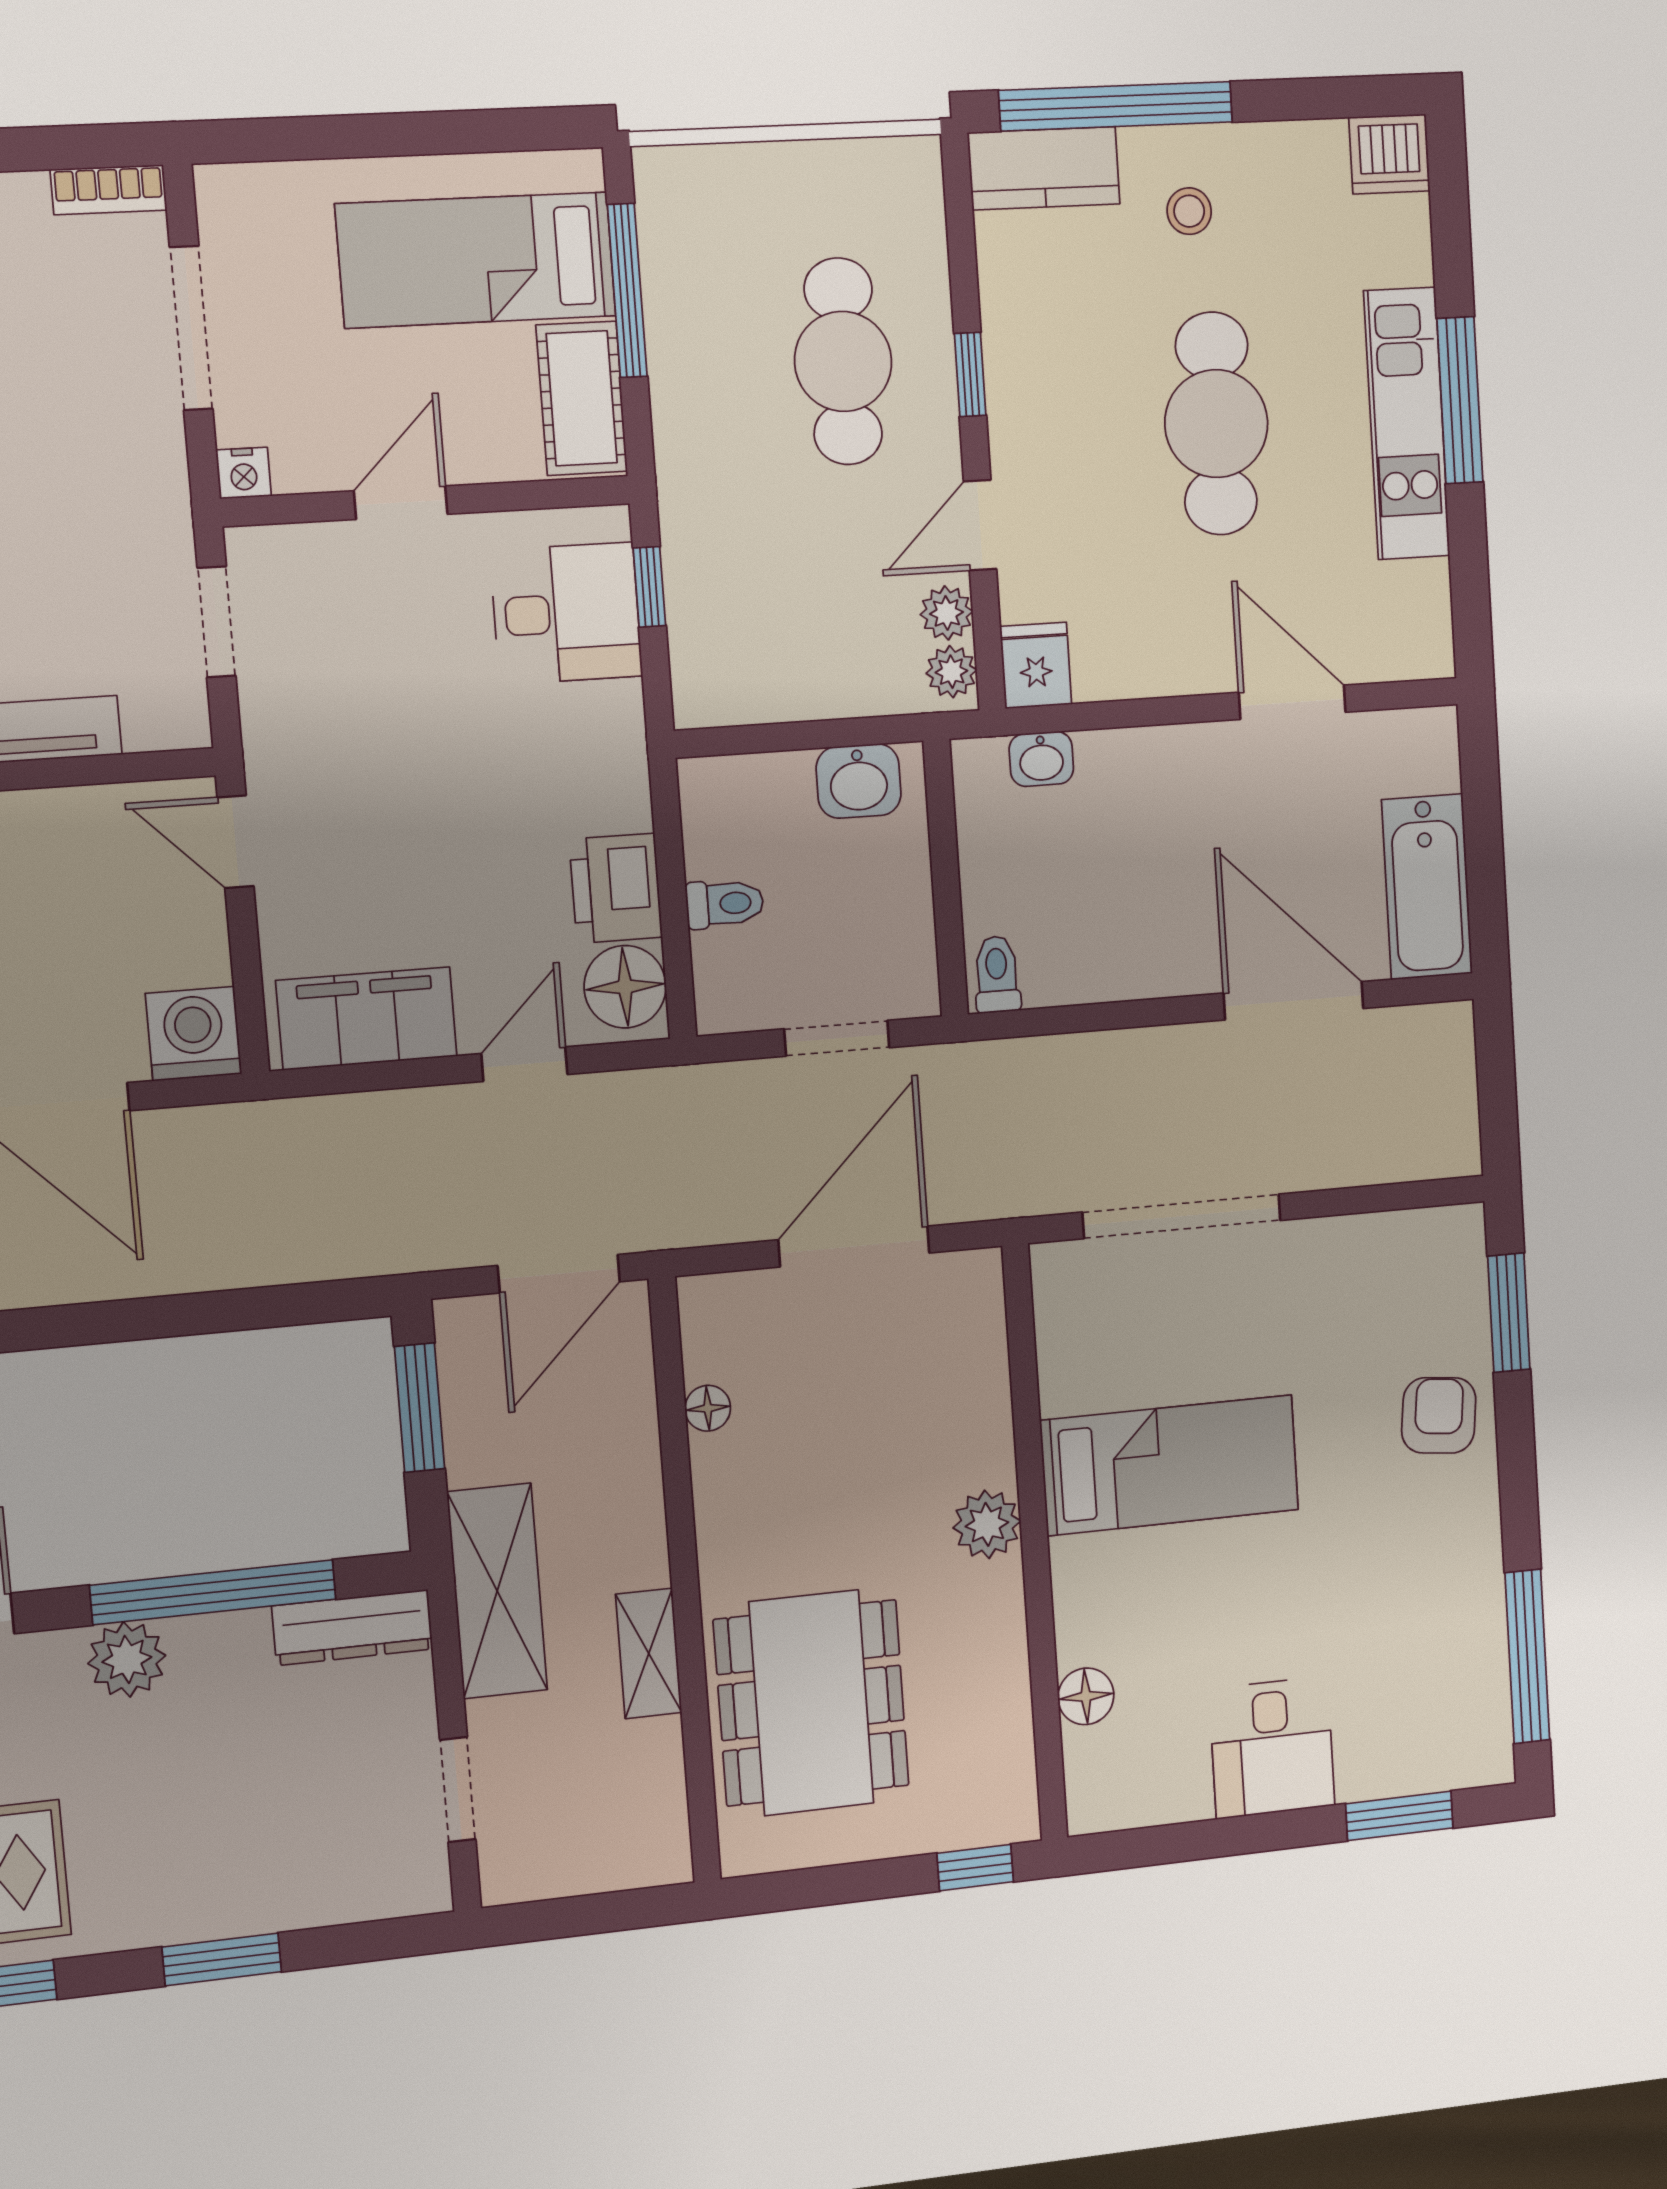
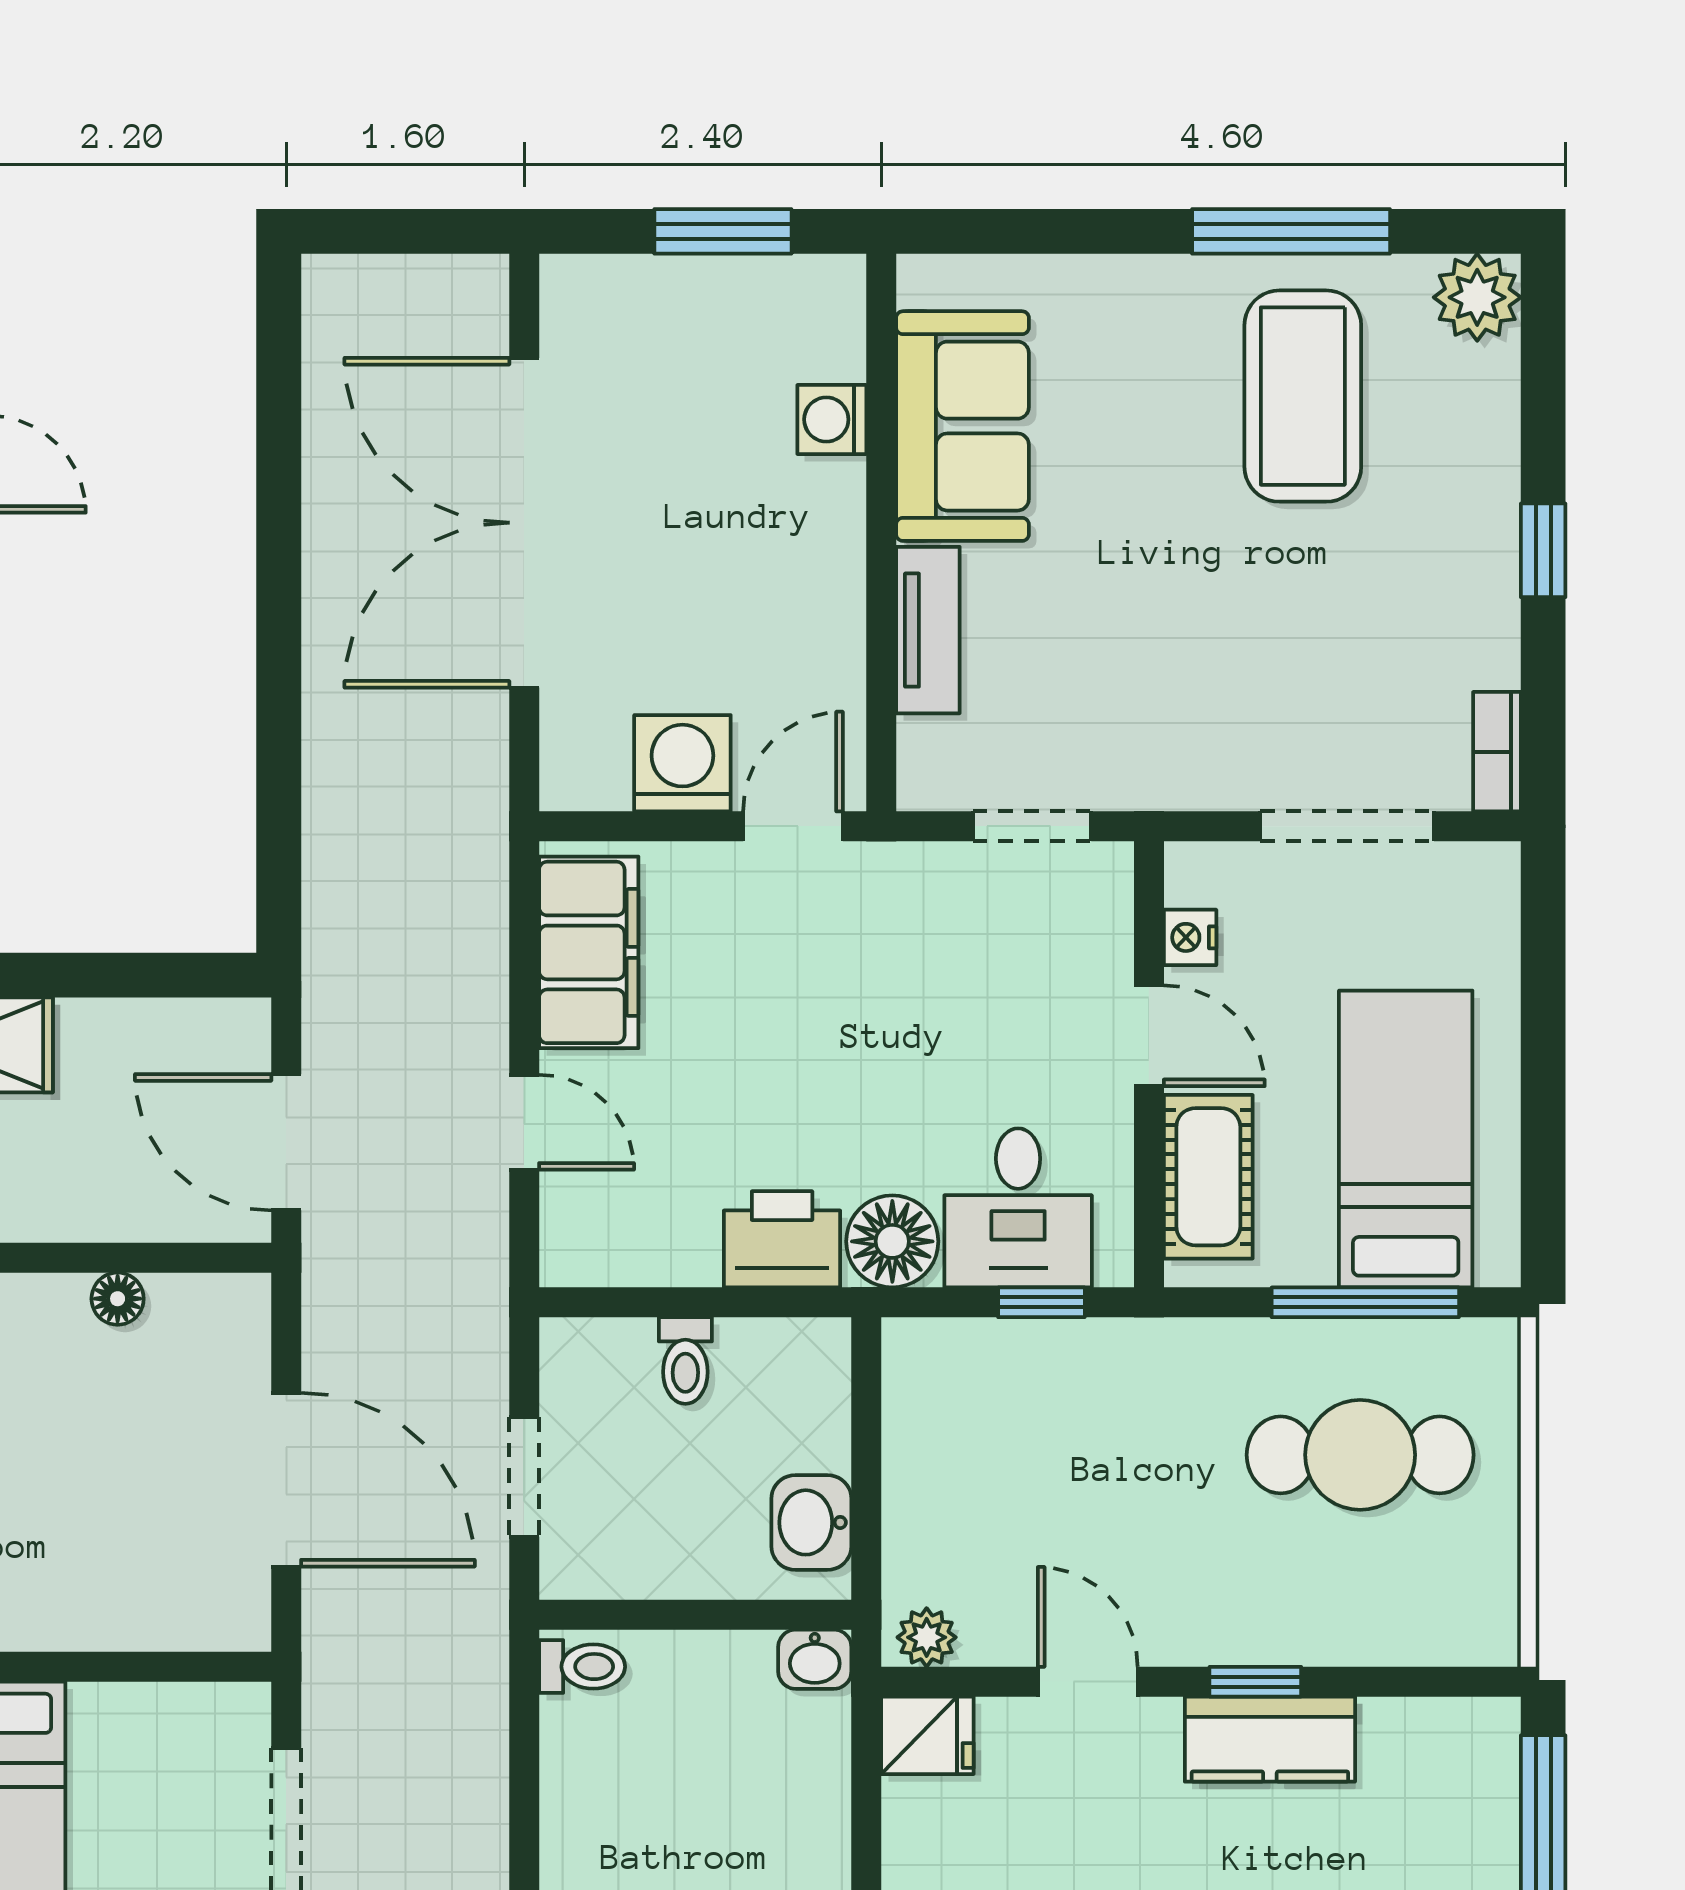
kitchen counter: (1044, 168) -> (1270, 1739), moved, turned -90
cafe table: (843, 361) -> (1360, 1455), moved
cot: (582, 398) -> (1208, 1177), moved, turned 90
nightstand: (244, 473) -> (1190, 937), moved
plant: (947, 613) -> (992, 1636), removed
washbasin: (1041, 759) -> (815, 1659), moved, turned -90
printer: (616, 888) -> (782, 1239), moved
floor lamp: (625, 987) -> (892, 1241), moved
washing machine: (194, 1034) -> (682, 763), moved, turned -90
window: (420, 1408) -> (150, 975), removed

